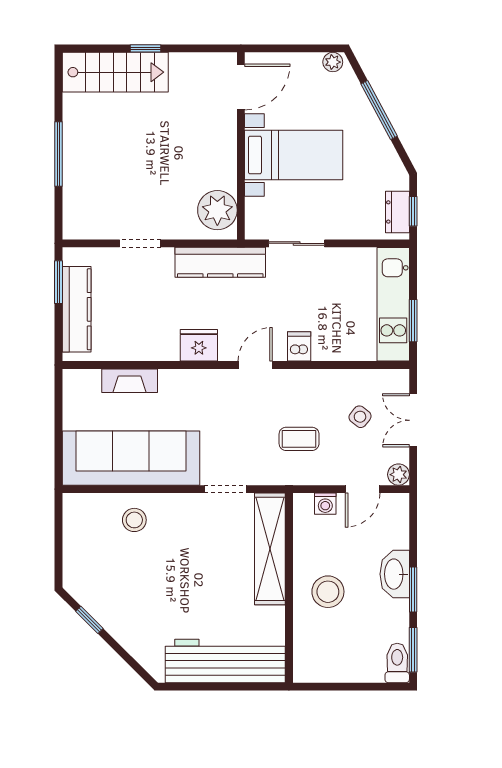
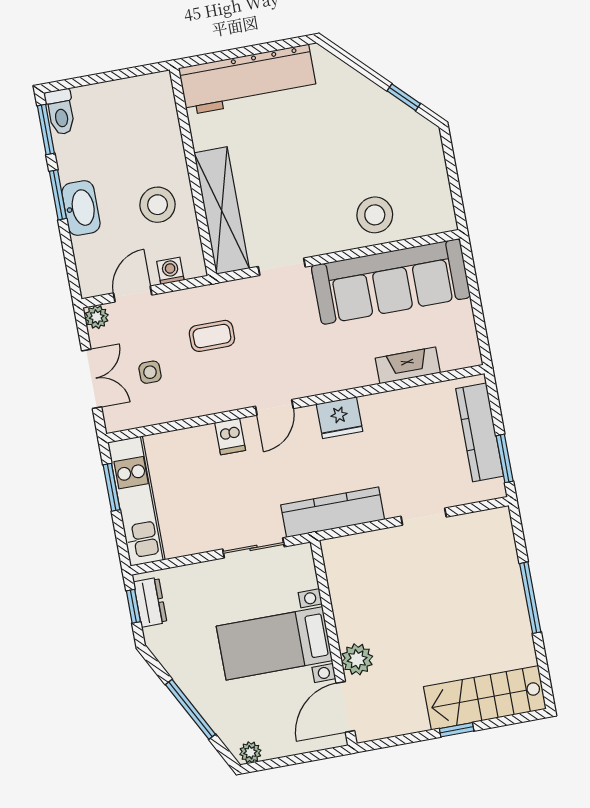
plant: (217, 210) -> (357, 659), moved, width x0.73, depth x0.73
side table: (360, 417) -> (150, 372), turned -38
stool: (134, 520) -> (375, 215), width x1.38, depth x1.38
stool: (328, 592) -> (158, 205), moved

